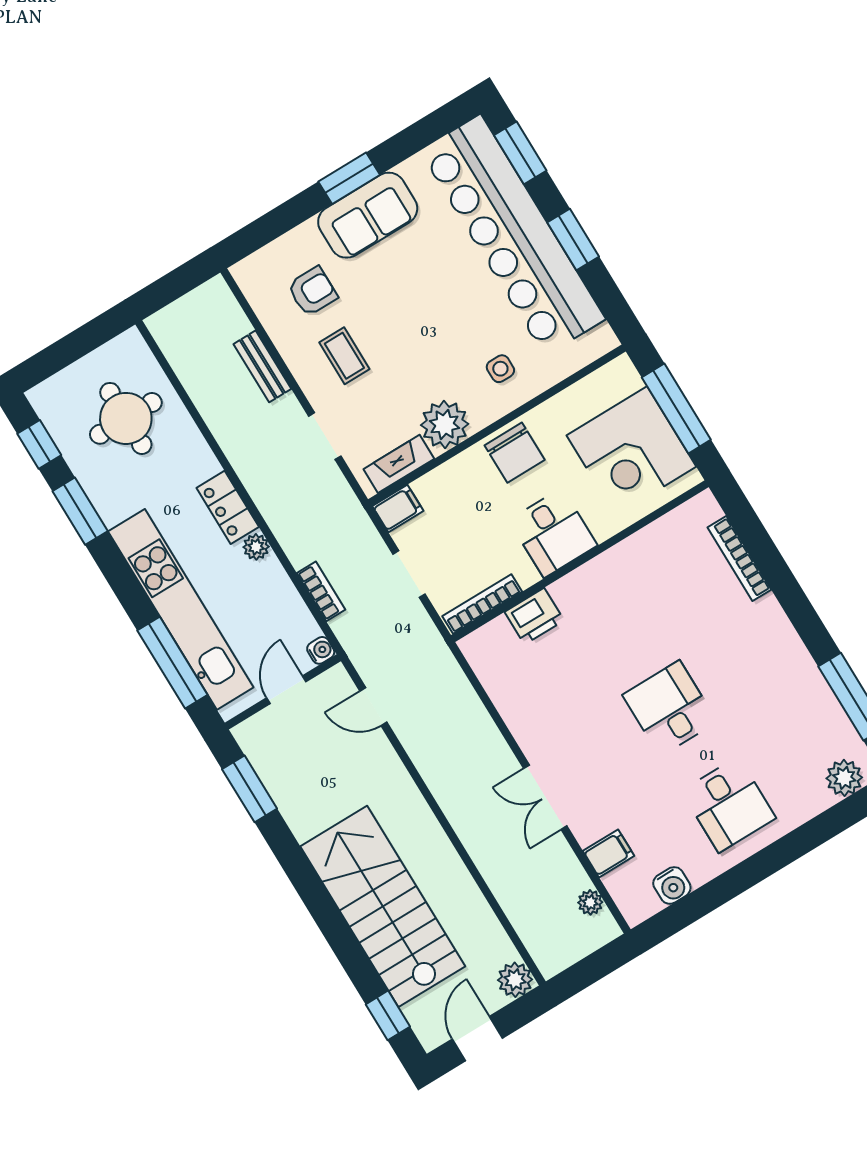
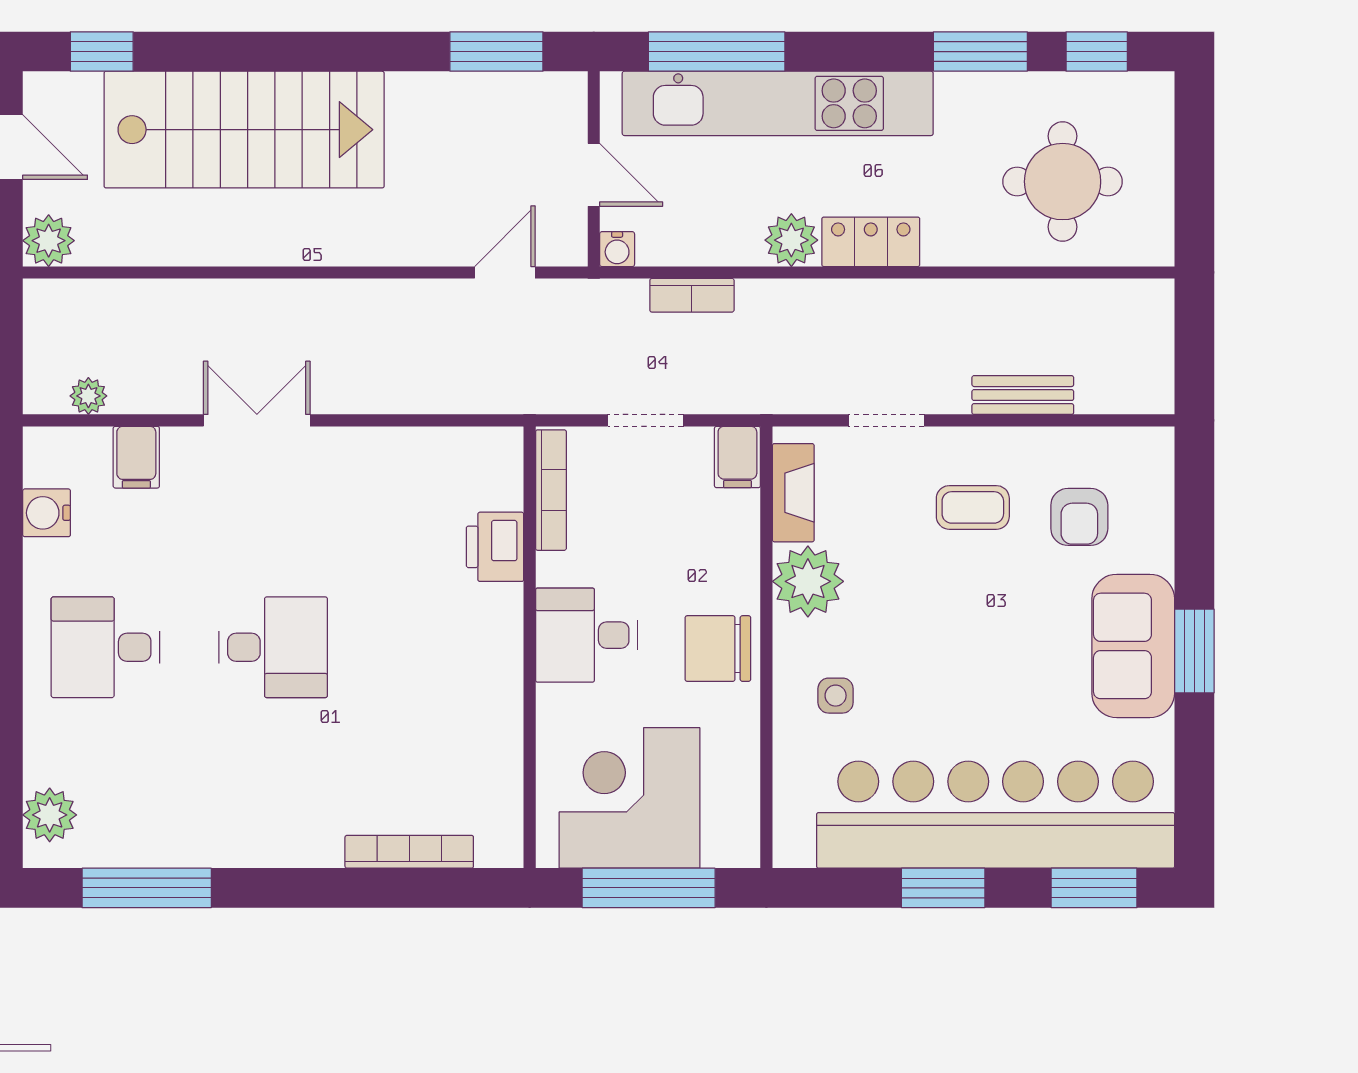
plant: (256, 547) -> (791, 240), width x1.38, depth x1.38

